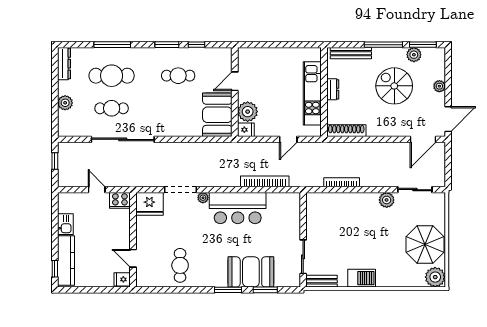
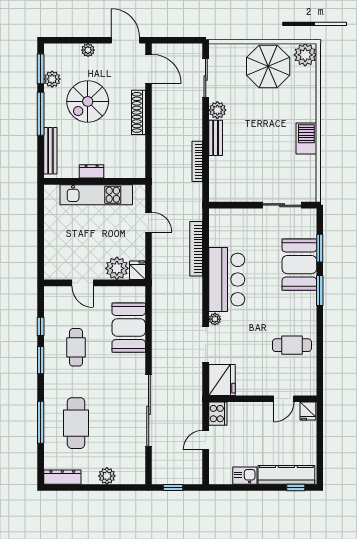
cafe table: (112, 108) -> (113, 423), removed
booth: (217, 115) -> (129, 328), moved, turned 90
shoe rack: (346, 131) -> (138, 112), moved
bench: (321, 281) -> (216, 138), moved

